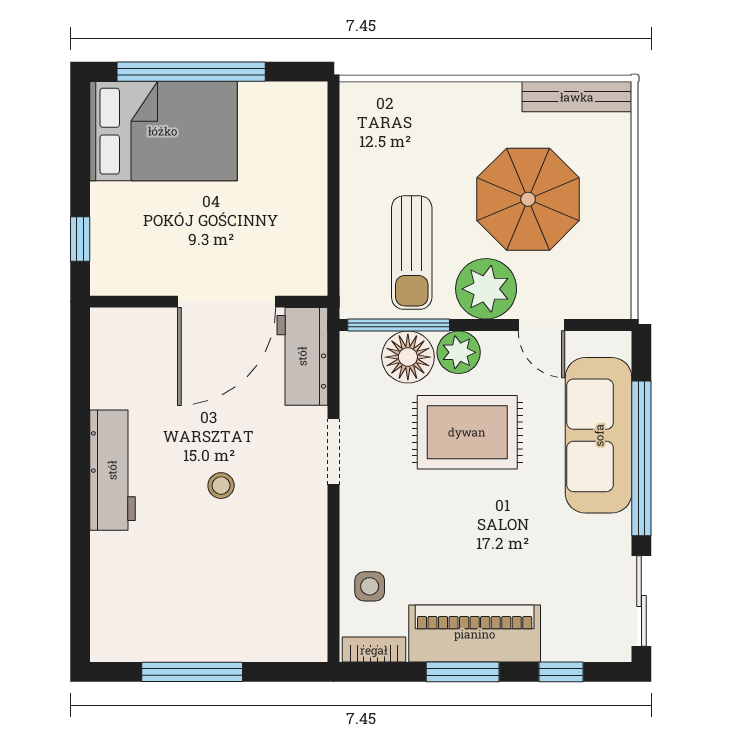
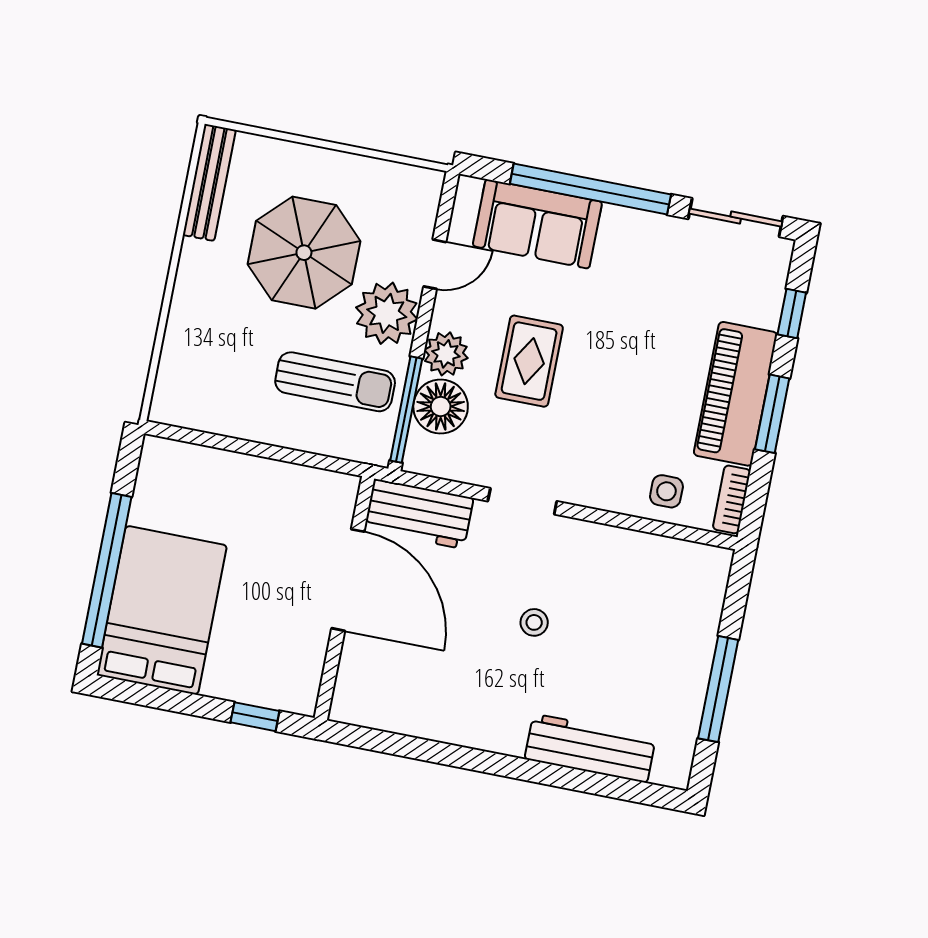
rug: (467, 432) -> (529, 361), width x0.73, depth x0.70
sofa: (599, 435) -> (537, 224), width x0.73
workbench: (112, 470) -> (590, 748), moved

